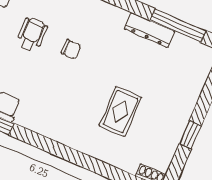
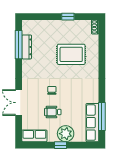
dresser: (149, 30) -> (27, 47), moved
rug: (120, 112) -> (71, 54), width x1.36, depth x1.43

